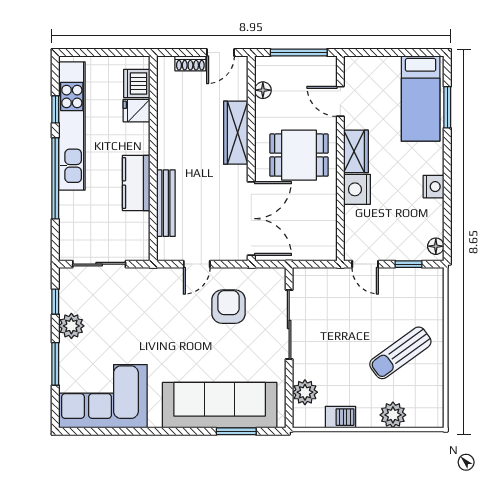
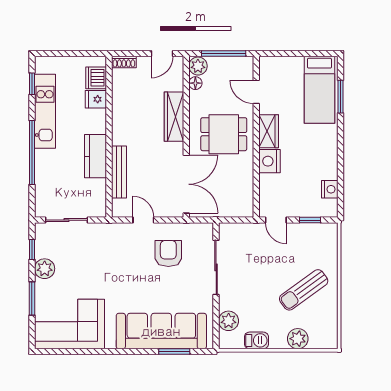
shoe rack: (190, 63) -> (124, 62), moved
plant: (266, 69) -> (198, 66), added
window: (55, 109) -> (32, 84), moved
kitchen unit: (72, 126) -> (45, 111), width x0.73
nightstand: (434, 187) -> (330, 189), moved
floor lamp: (436, 246) -> (331, 206), removed
door: (197, 264) -> (143, 220), swing flipped

